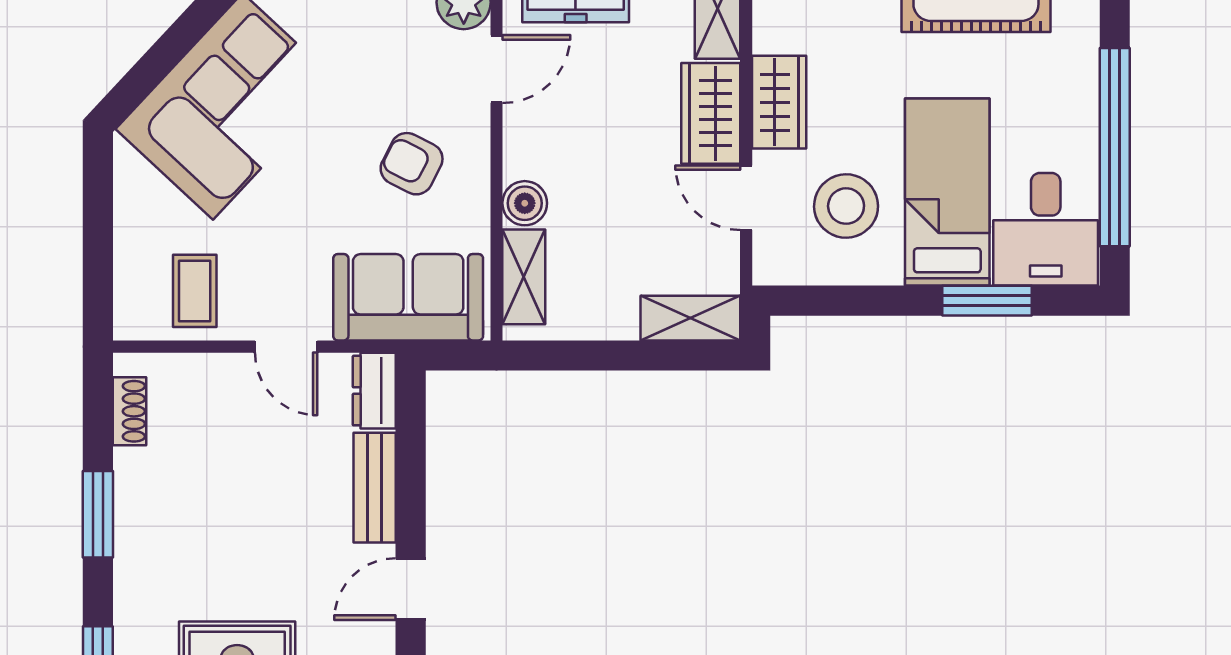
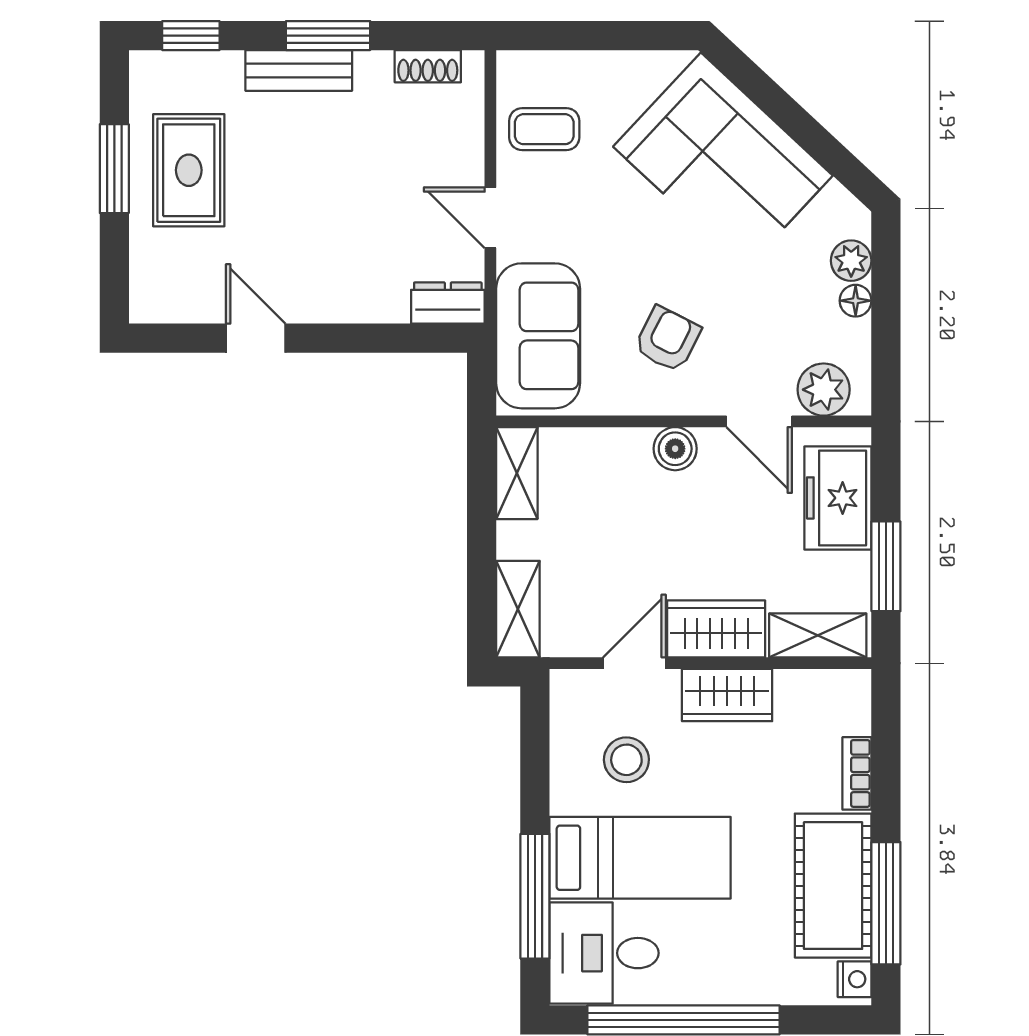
boiler: (525, 203) -> (675, 449), moved
stool: (846, 206) -> (626, 760), width x0.73, depth x0.73
shelving: (524, 277) -> (517, 473), moved, turned 90
window: (987, 301) -> (535, 896), width x1.44
door: (286, 347) -> (490, 218), hinge flipped
bench: (375, 488) -> (299, 70), moved

